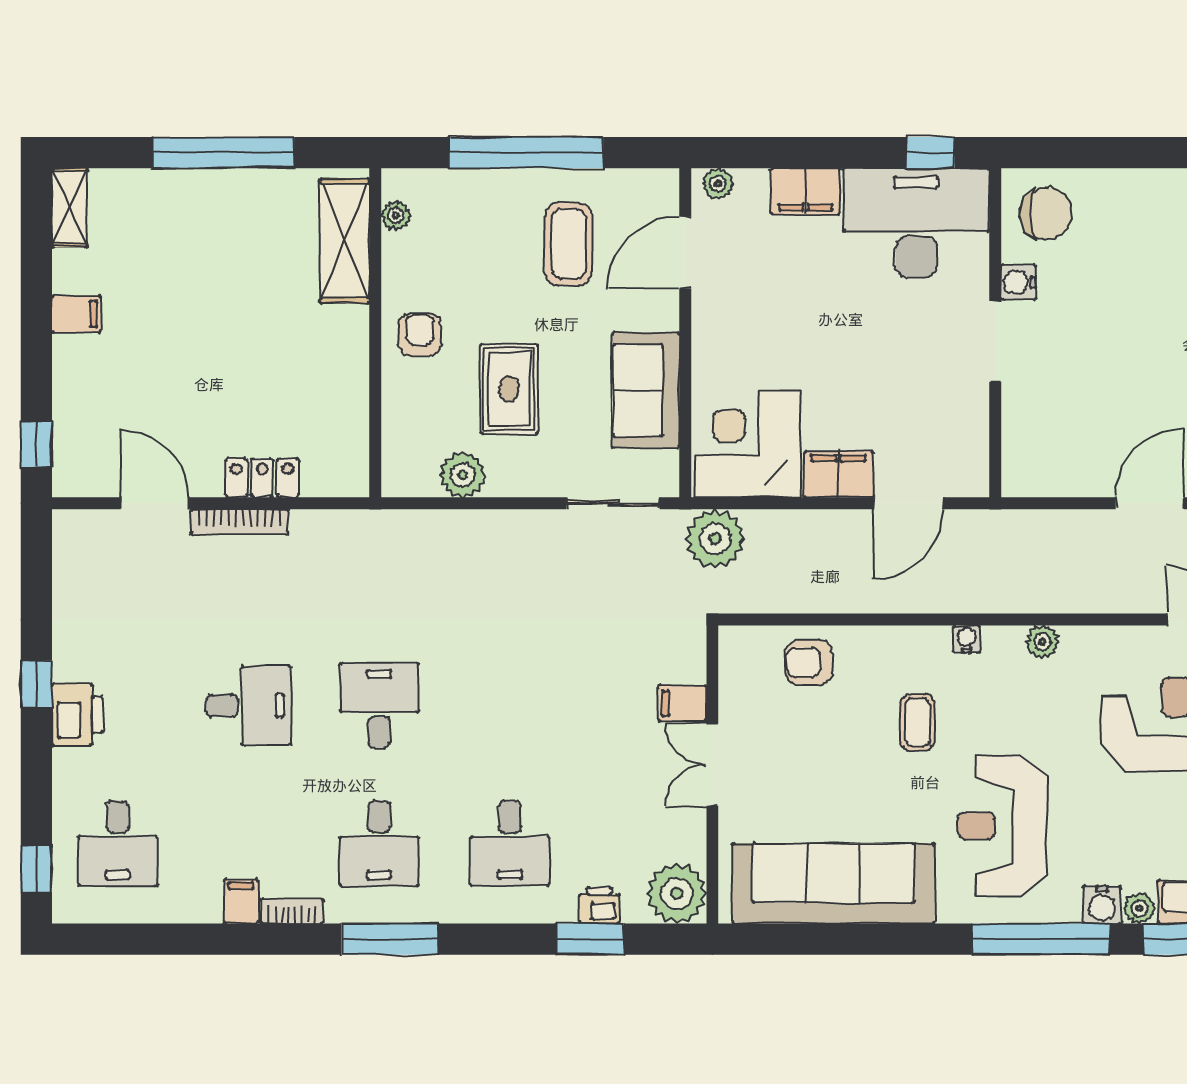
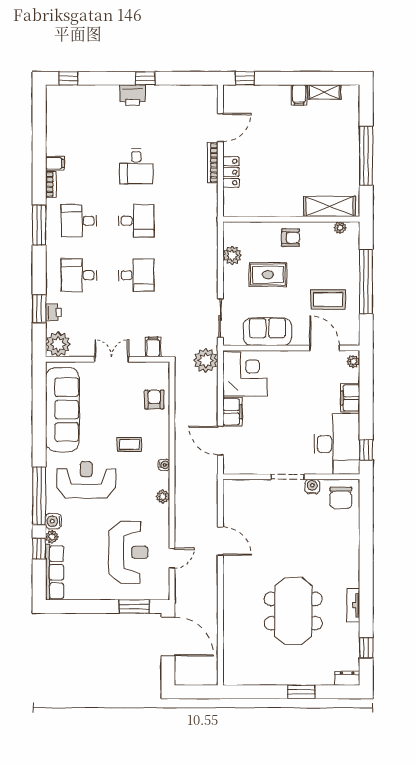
shelving: (70, 208) -> (324, 92), moved
filing cabinet: (683, 703) -> (153, 347), moved
desk: (118, 843) -> (136, 275), moved, turned 180

